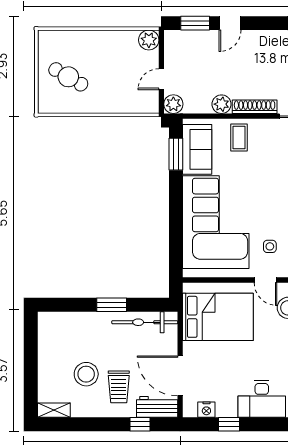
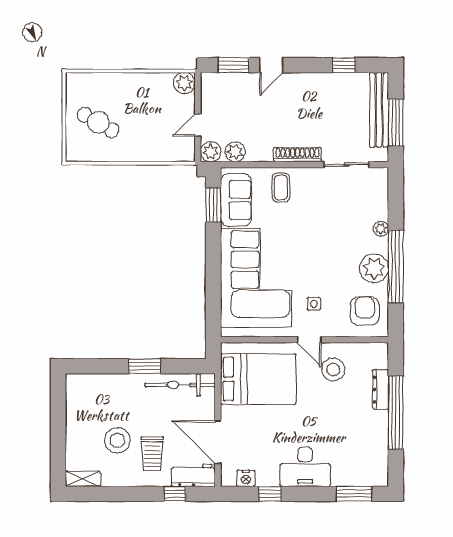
plant: (222, 104) -> (235, 152), moved

